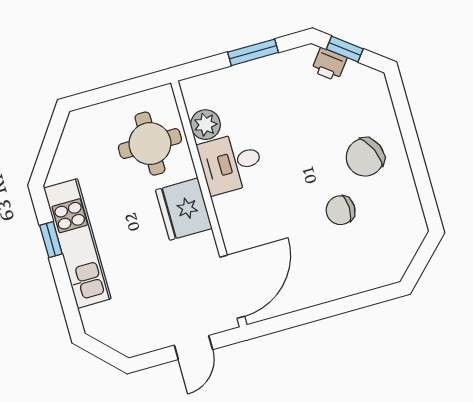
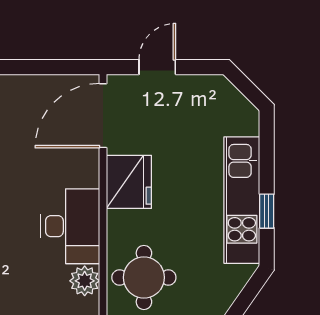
desk: (231, 163) -> (70, 226), width x1.37
fridge: (184, 209) -> (129, 182), moved

